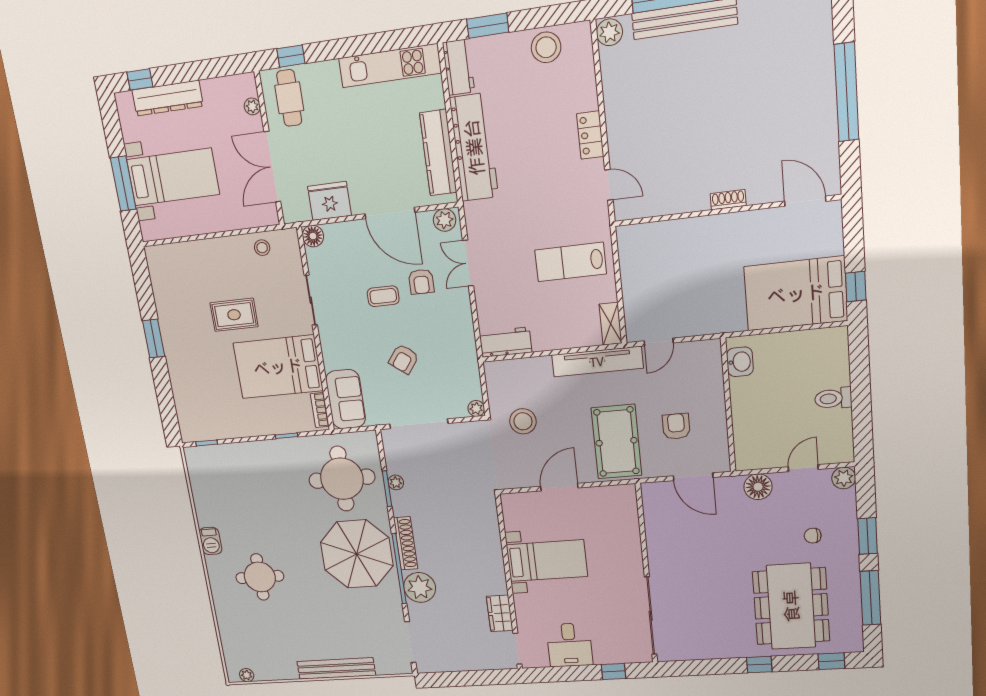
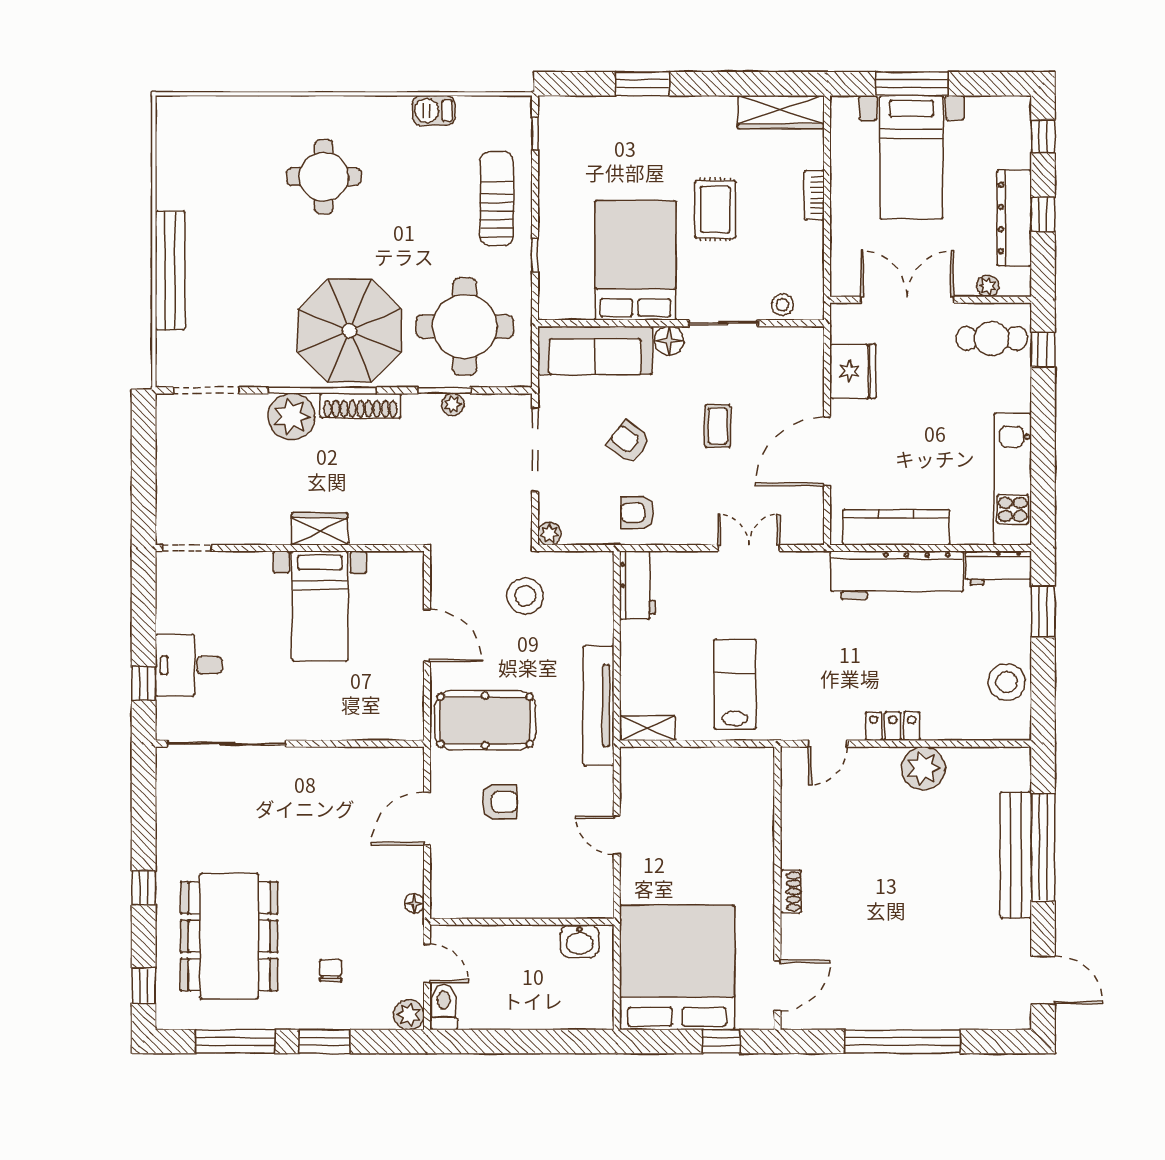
plant: (609, 32) -> (923, 768), moved, width x1.36, depth x1.36
window: (194, 71) -> (1043, 214), added
dresser: (167, 98) -> (1014, 218), moved
plant: (445, 220) -> (809, 524), removed
floor lamp: (313, 236) -> (669, 341), moved
stool: (262, 248) -> (783, 305), moved
wardrobe: (160, 276) -> (781, 112), added
armchair: (421, 282) -> (637, 513), moved
window: (856, 287) -> (721, 1042), moved
bed: (796, 294) -> (677, 967), width x1.36
window: (154, 339) -> (642, 84), moved
door: (659, 342) -> (617, 835), moved
washbasin: (740, 362) -> (580, 941), moved
toilet: (833, 398) -> (444, 1007), moved
sofa: (346, 399) -> (595, 350), width x1.36
wall: (728, 406) -> (522, 922), moved
bookcase: (320, 410) -> (814, 195), moved, turned -90
sun lounger: (254, 465) -> (497, 198), added
floor lamp: (758, 487) -> (414, 903), width x0.53, depth x0.53
barbecue: (210, 541) -> (434, 110), moved
dining table: (791, 606) -> (229, 936), turned 90
wardrobe: (500, 613) -> (320, 529), moved
desk: (569, 645) -> (189, 665), moved
plant: (247, 675) -> (166, 127), removed

